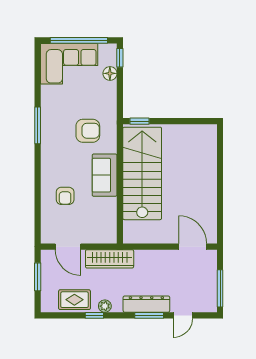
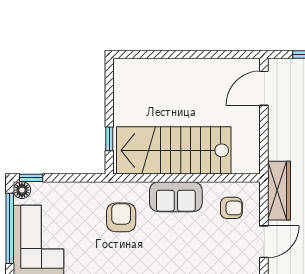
floor lamp: (110, 73) -> (22, 190), moved
window: (140, 121) -> (109, 139), moved
armchair: (65, 196) -> (231, 208), moved

